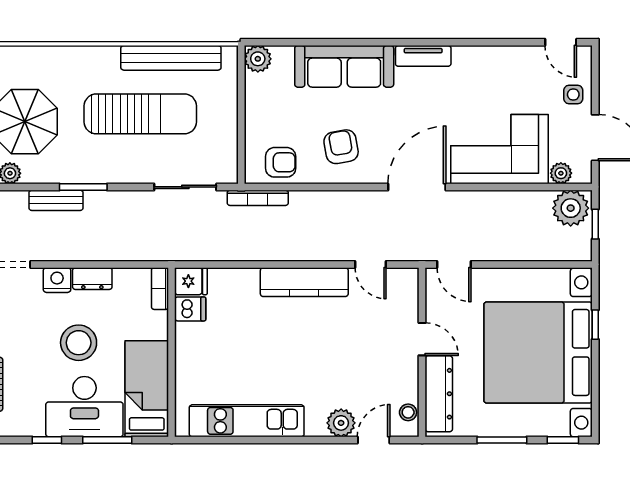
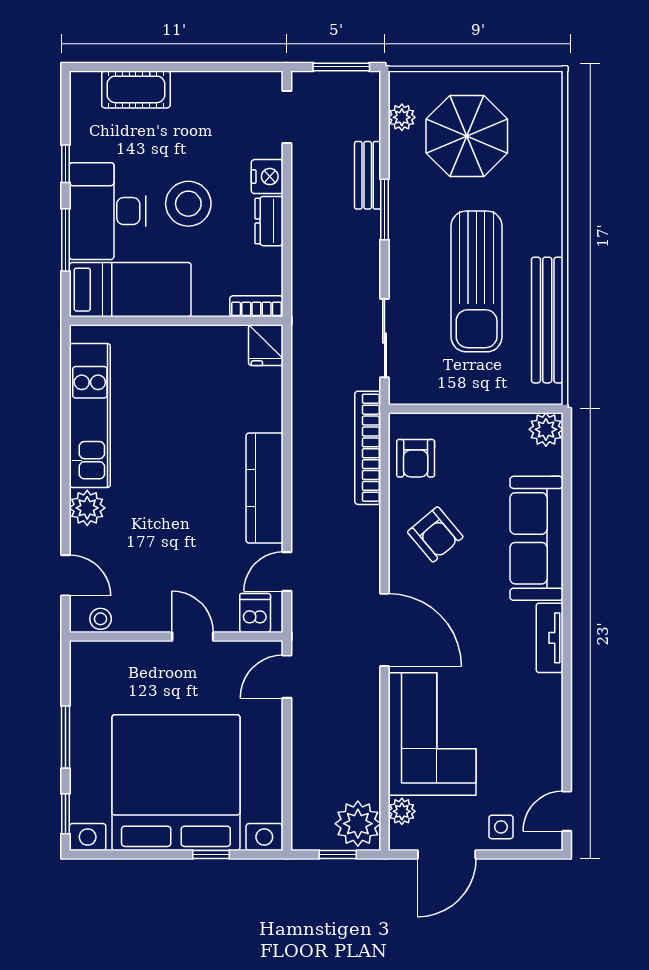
armchair: (341, 147) -> (435, 534), turned 60
bookcase: (258, 198) -> (368, 448), width x1.48, depth x1.31
dishwasher: (190, 309) -> (255, 613), moved, turned 180
door: (422, 339) -> (193, 636), swing flipped
dresser: (439, 394) -> (124, 657), removed
plant: (341, 423) -> (87, 508), moved

